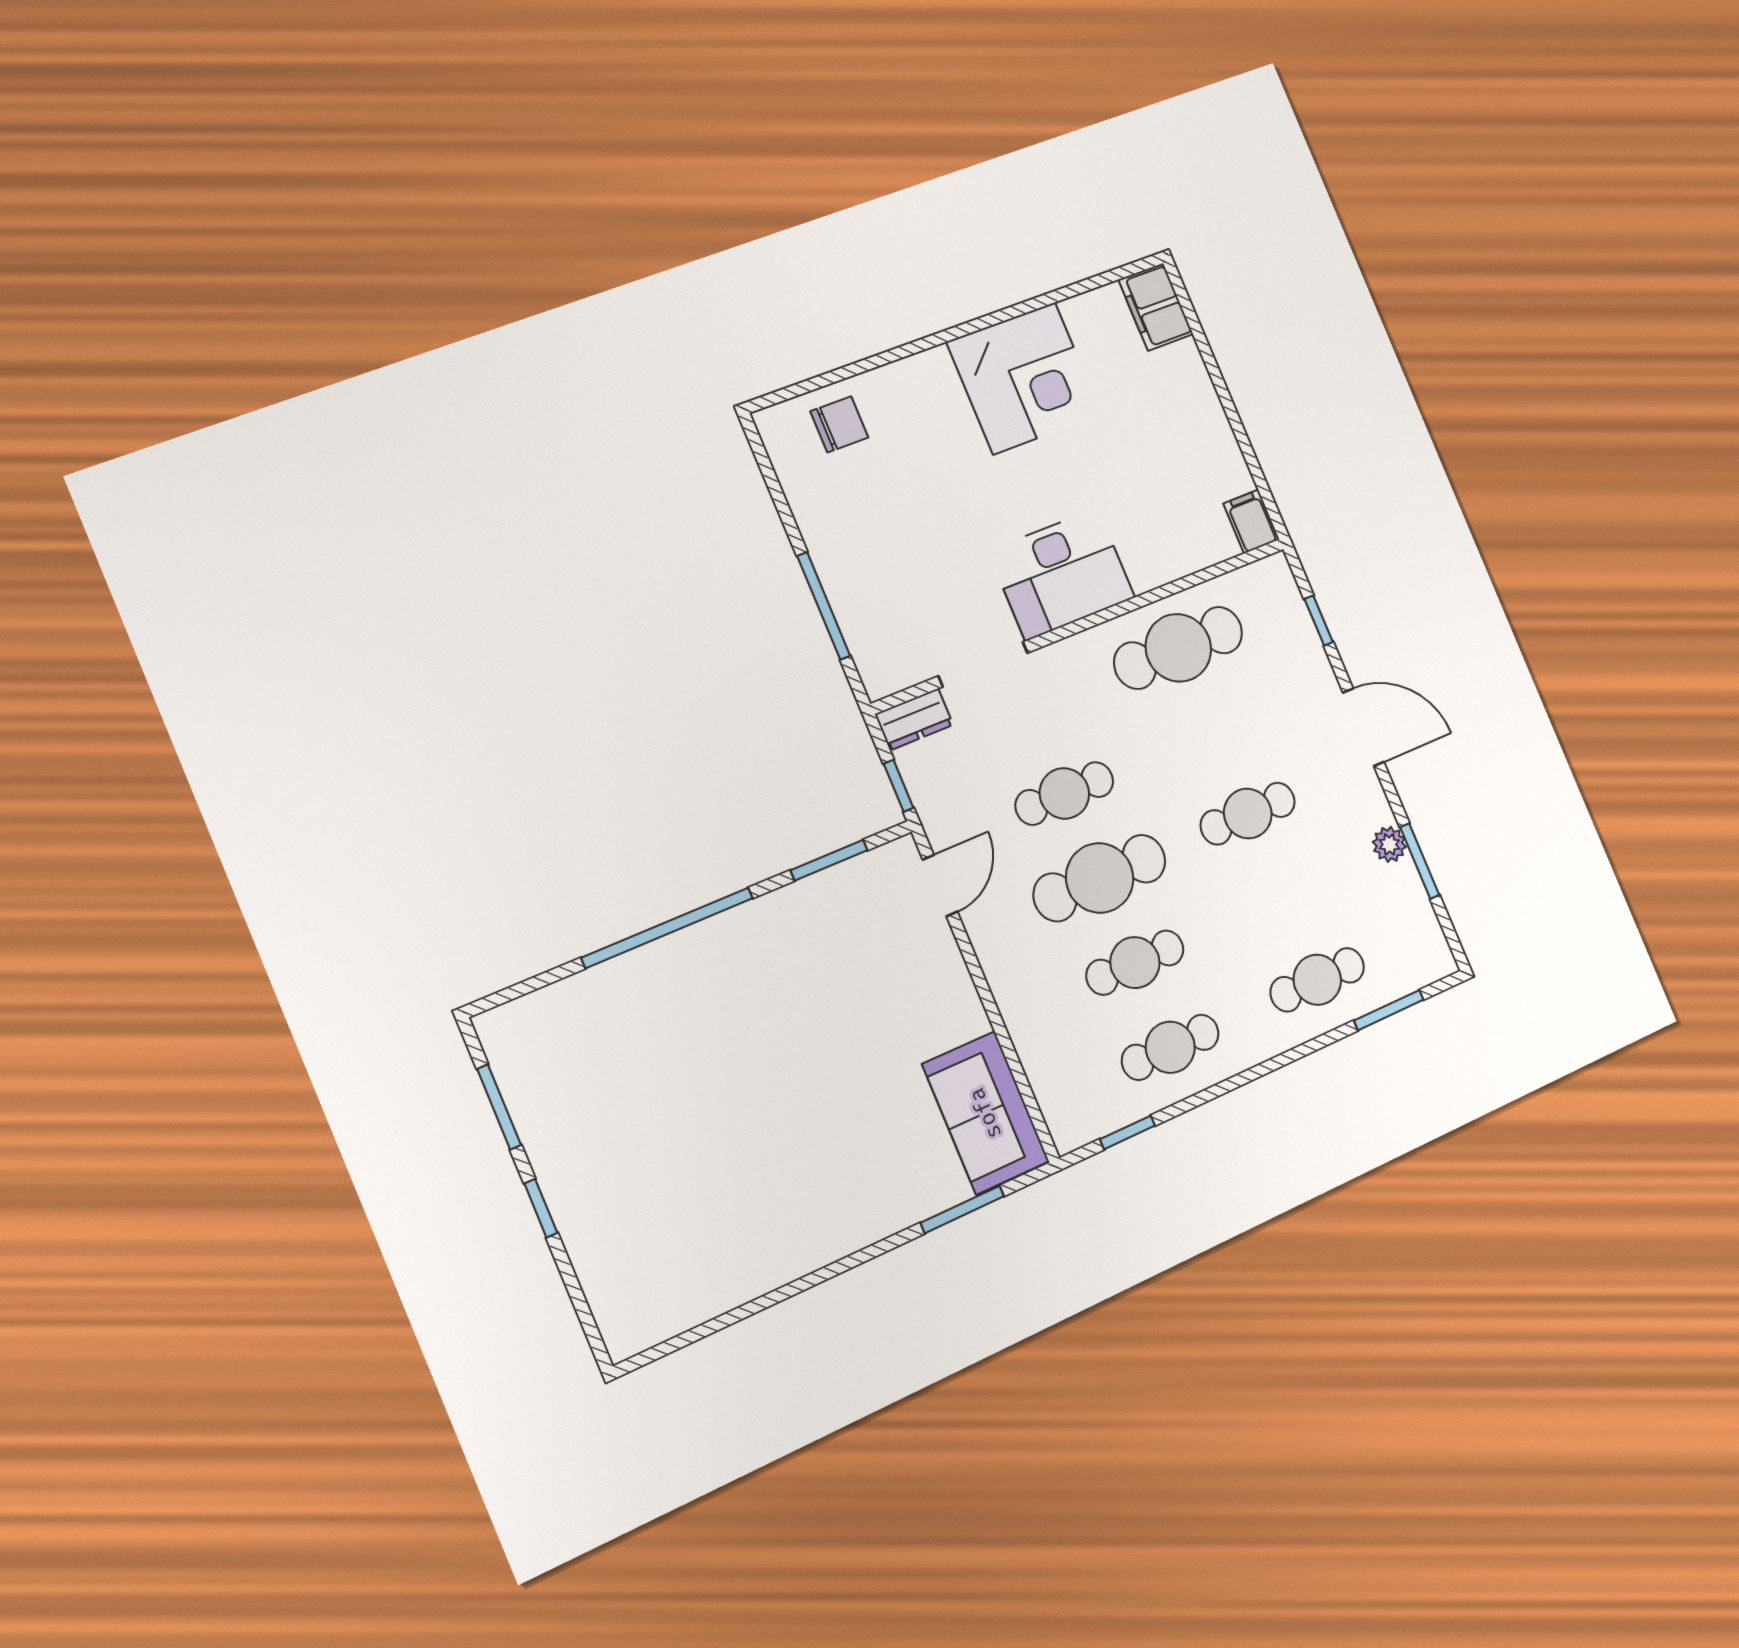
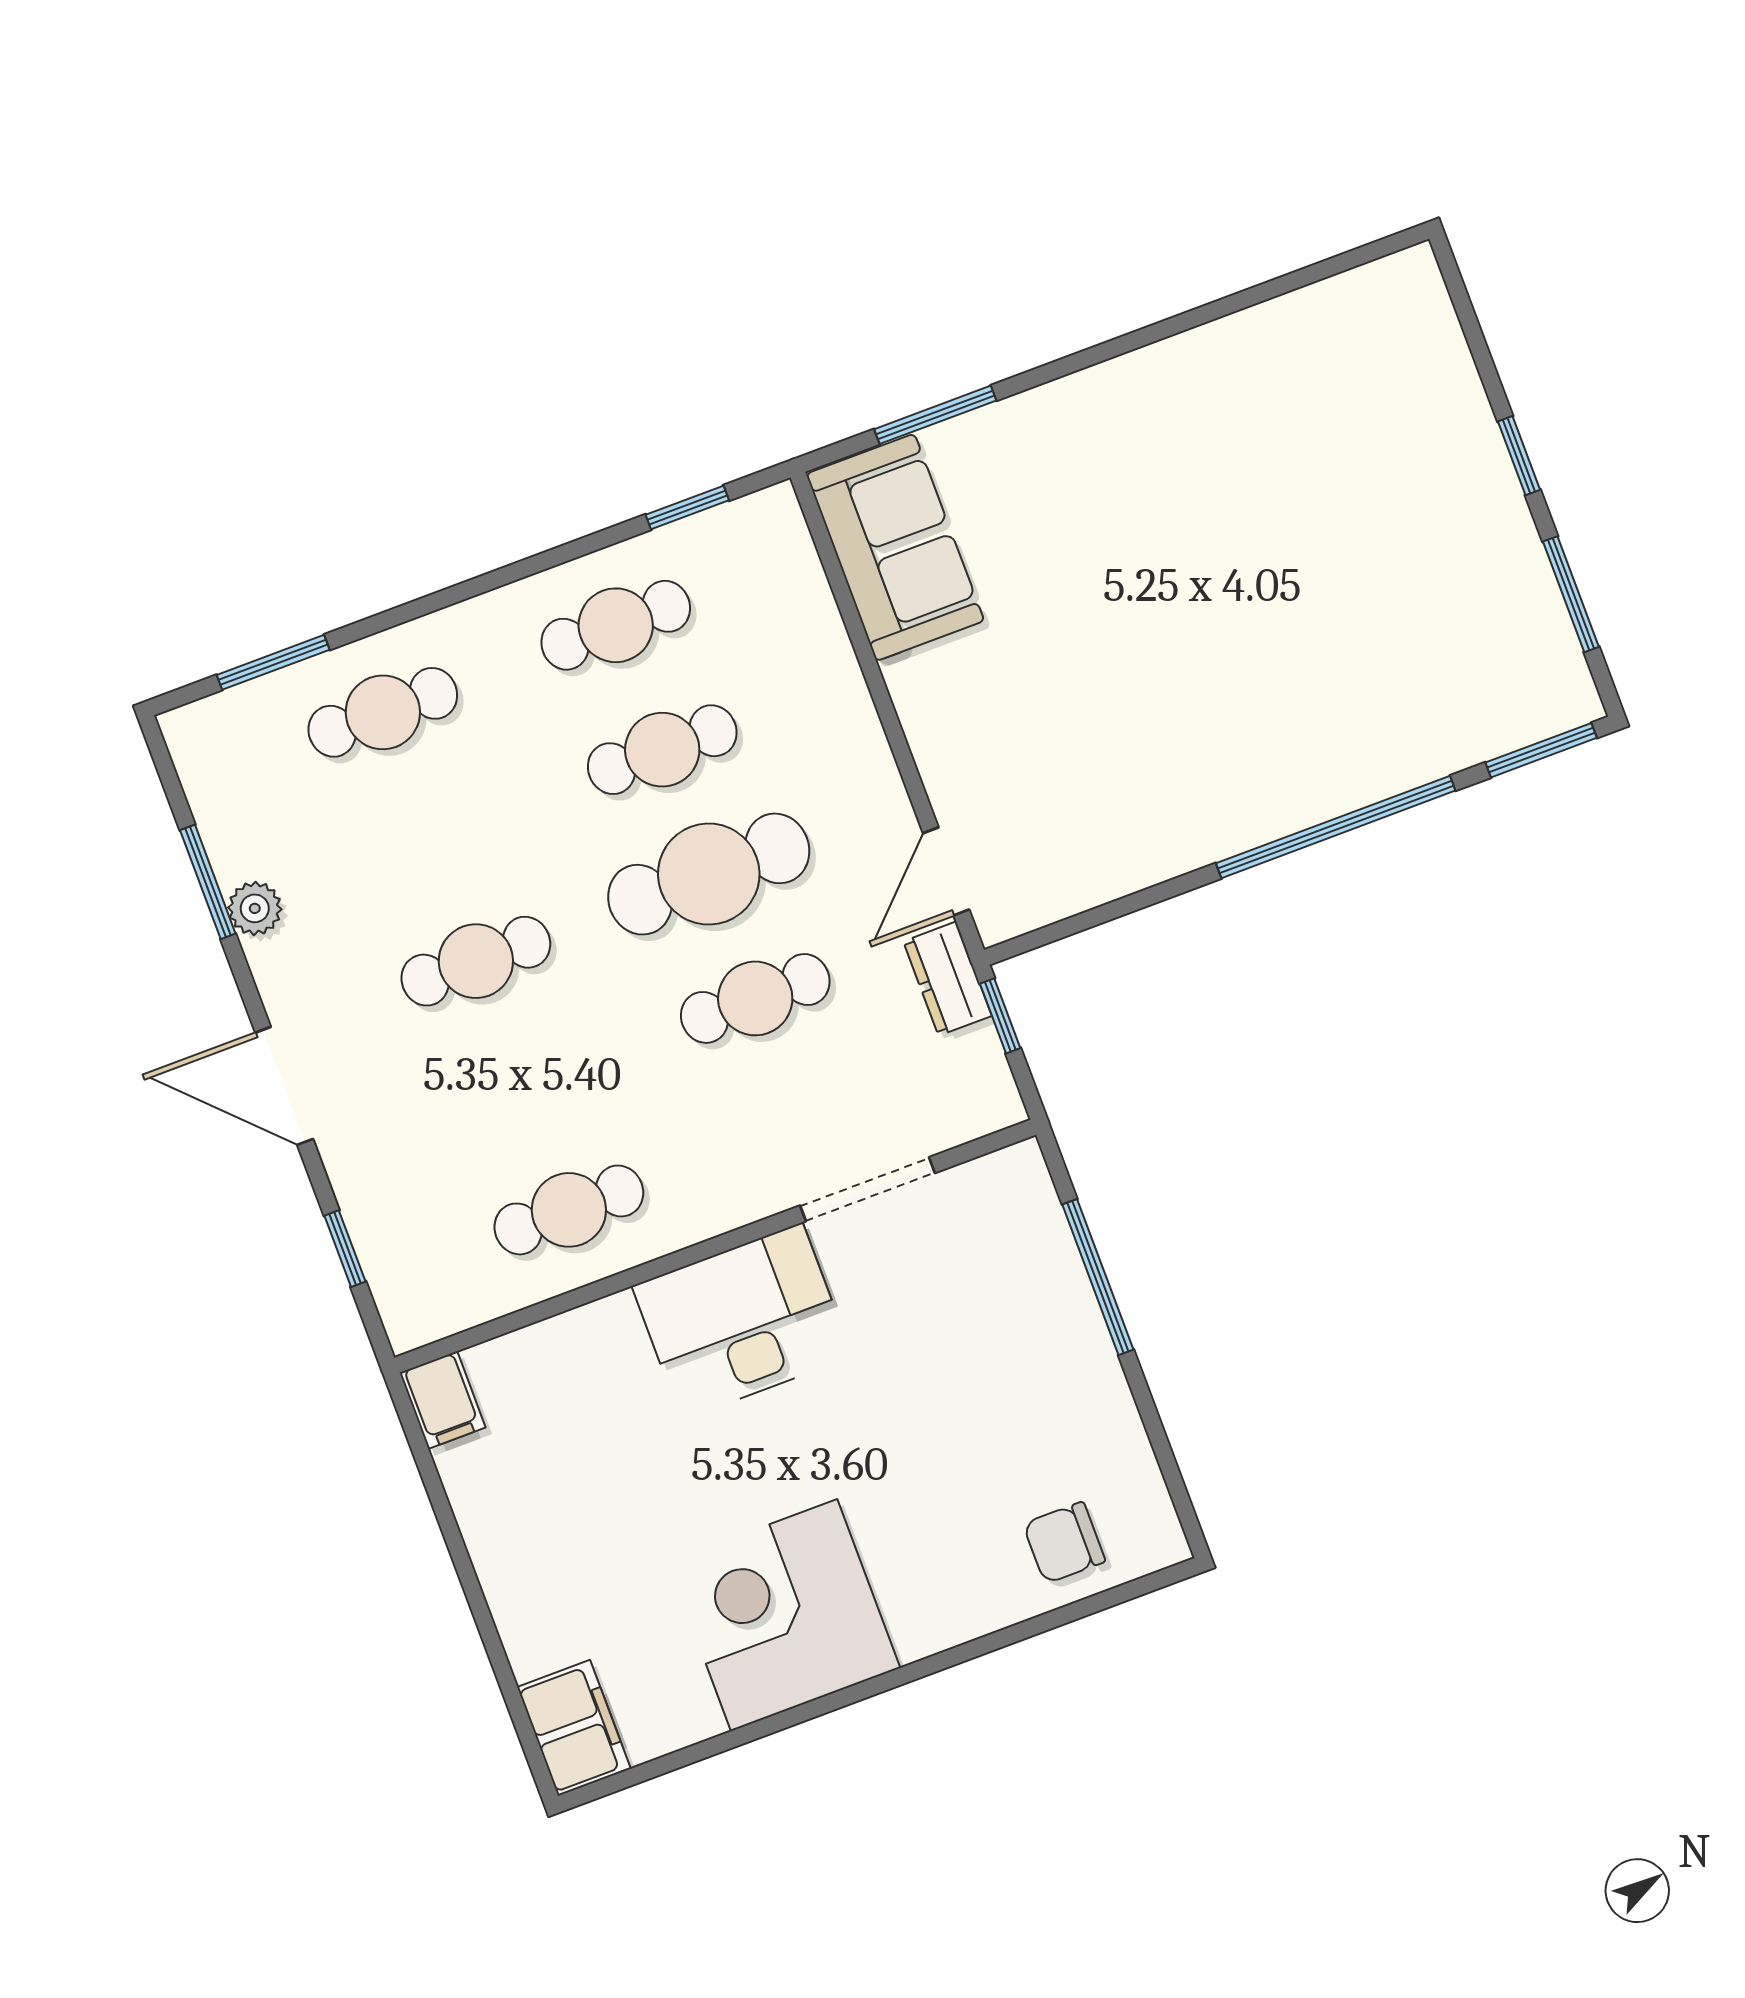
cafe table: (1178, 648) -> (569, 1210), width x0.73, depth x0.74
dresser: (914, 719) -> (947, 979), moved, turned -90
window: (829, 860) -> (1541, 750), moved

